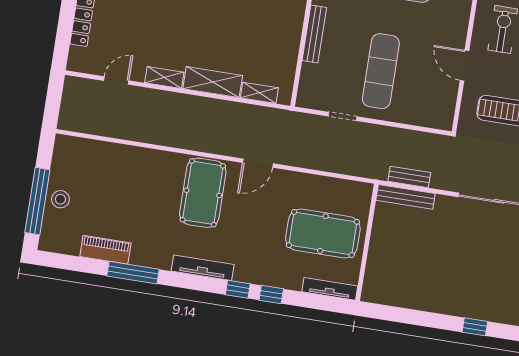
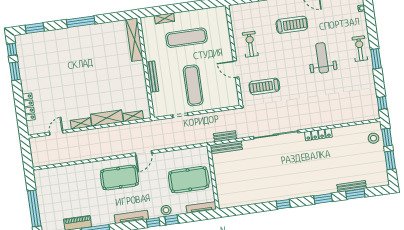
pool table: (203, 193) -> (119, 178), turned 90
stool: (60, 199) -> (166, 210), moved

